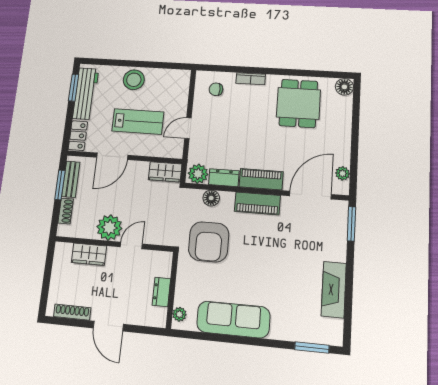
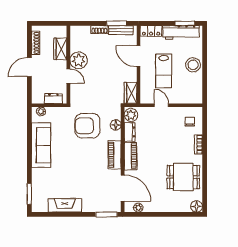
plant: (109, 228) -> (79, 60), moved
wall: (114, 244) -> (68, 65), moved
door: (131, 245) -> (68, 76), moved
wardrobe: (89, 254) -> (60, 49), moved

